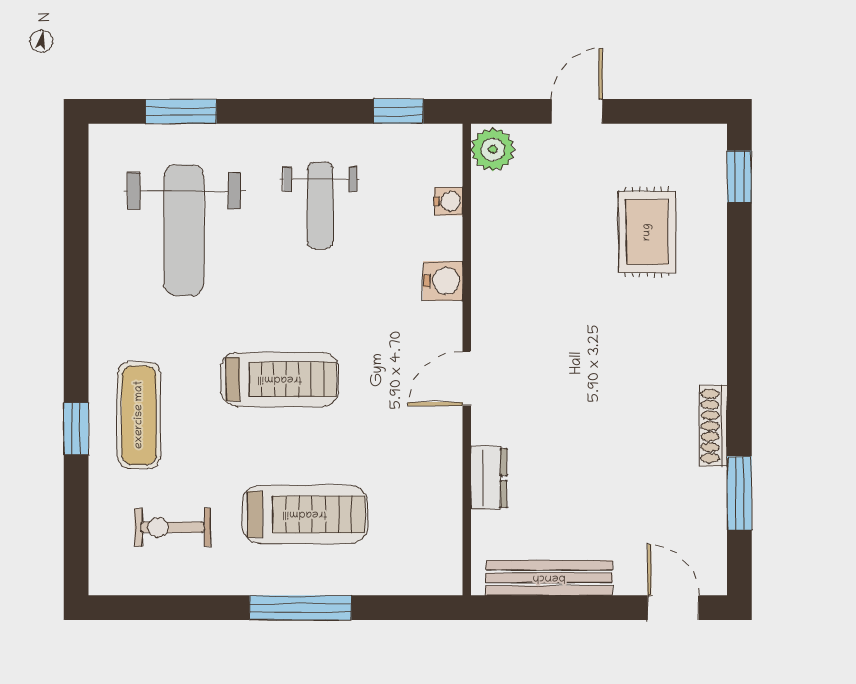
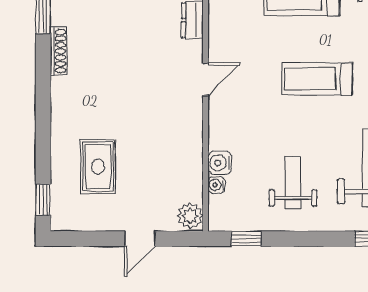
water cooler: (443, 281) -> (220, 163), moved

